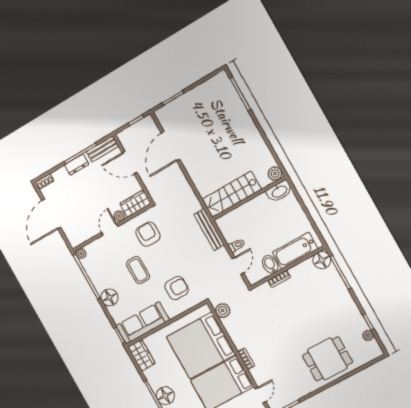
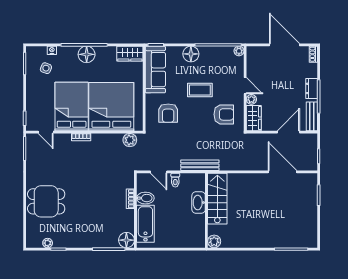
washbasin: (279, 191) -> (199, 203), moved
dining table: (327, 359) -> (46, 201), turned 90

